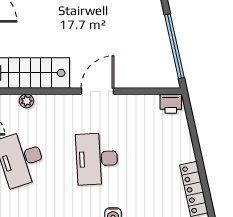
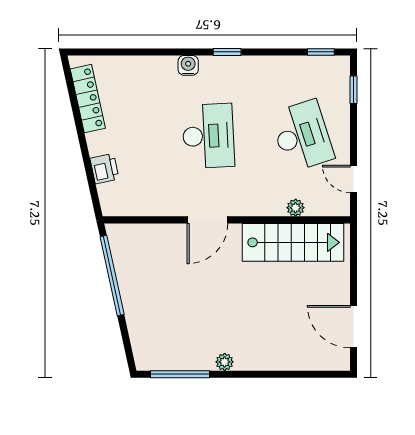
printer: (171, 104) -> (104, 169), moved, turned 78

